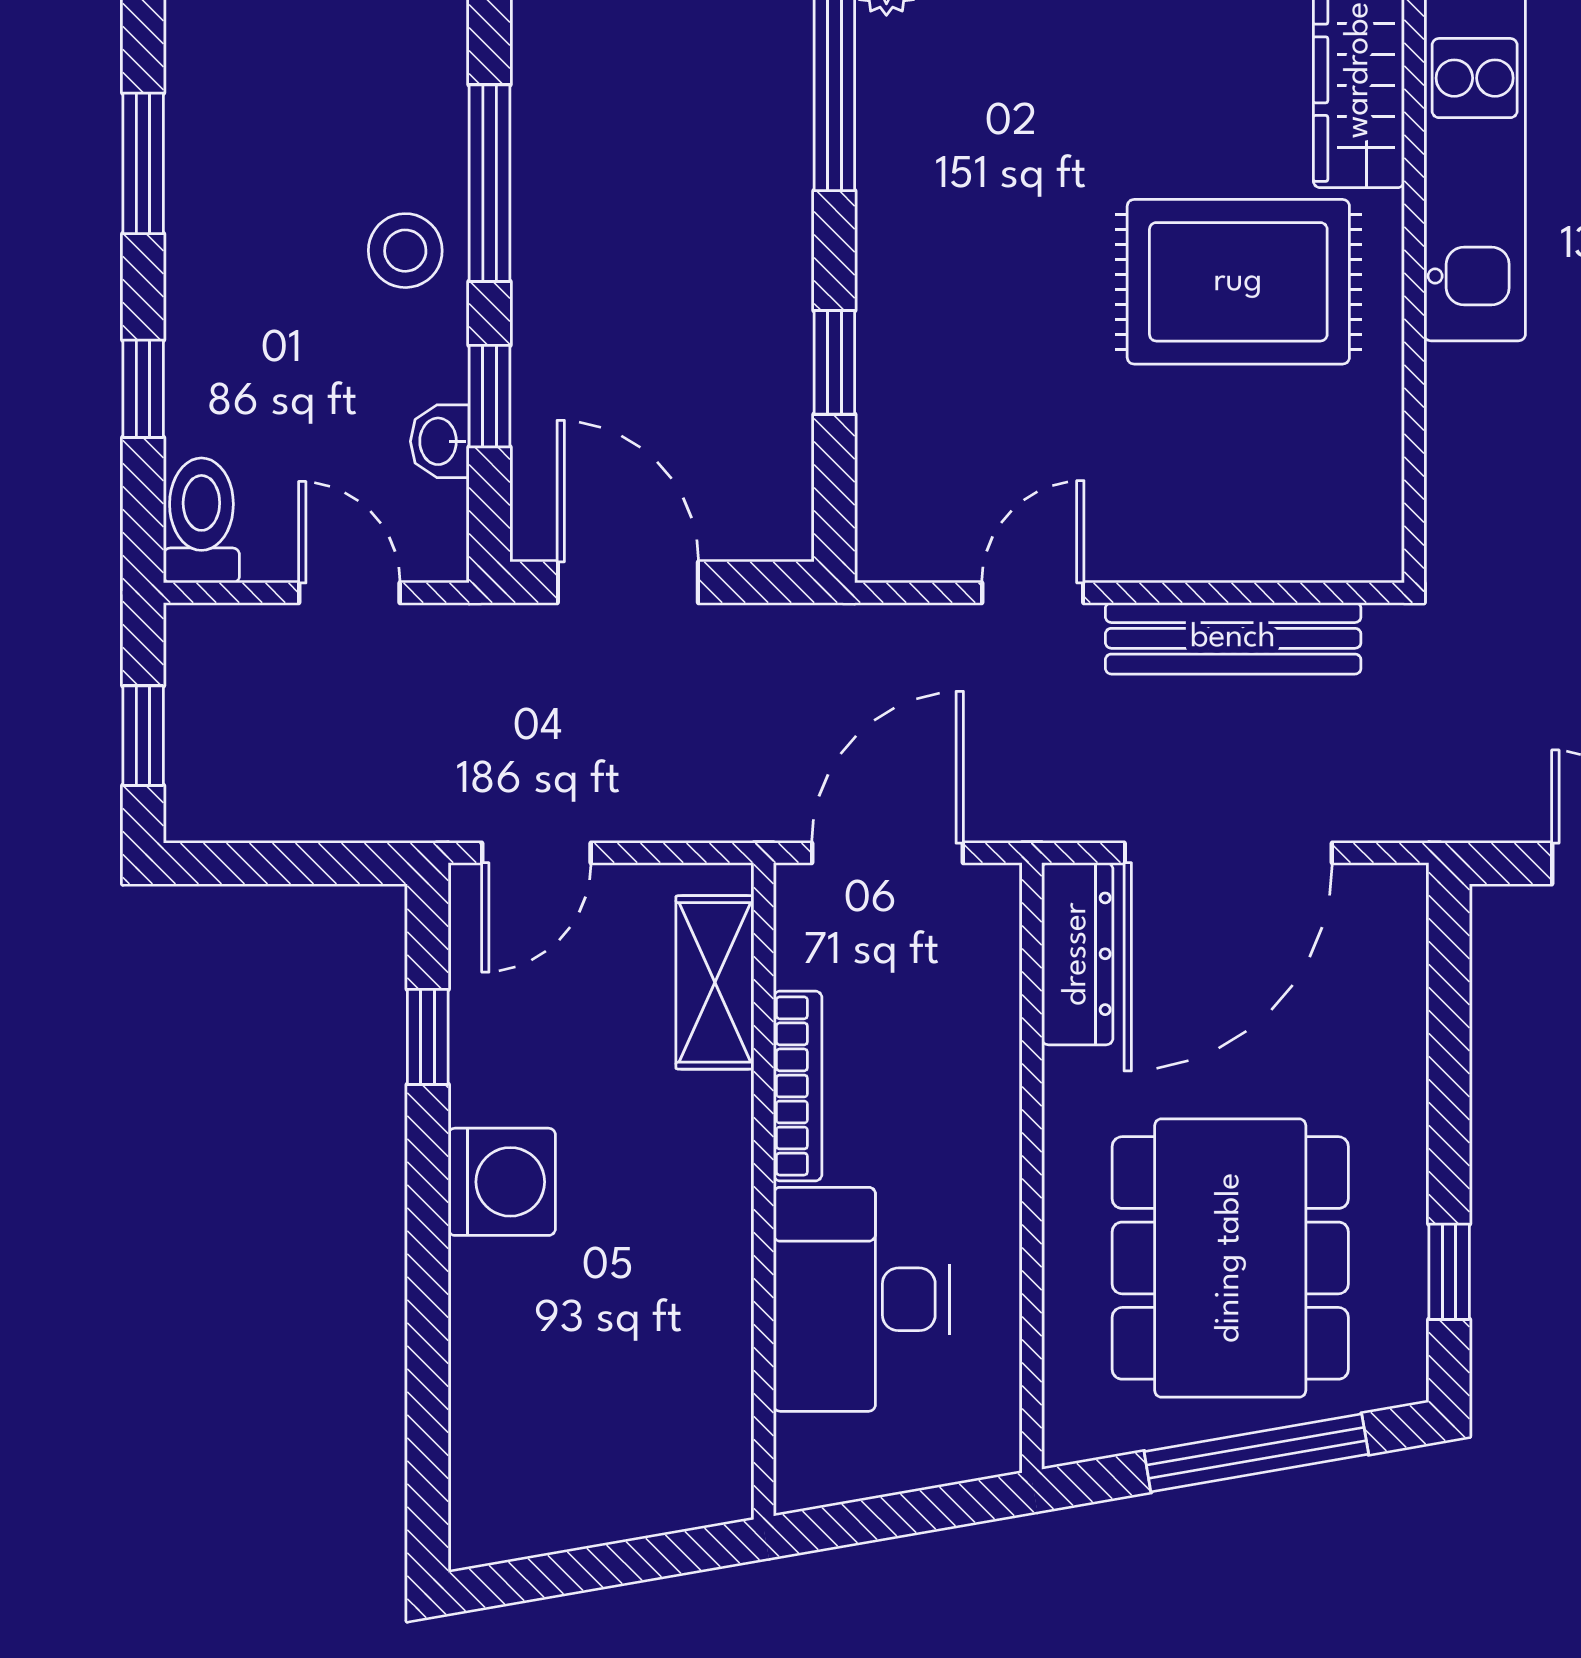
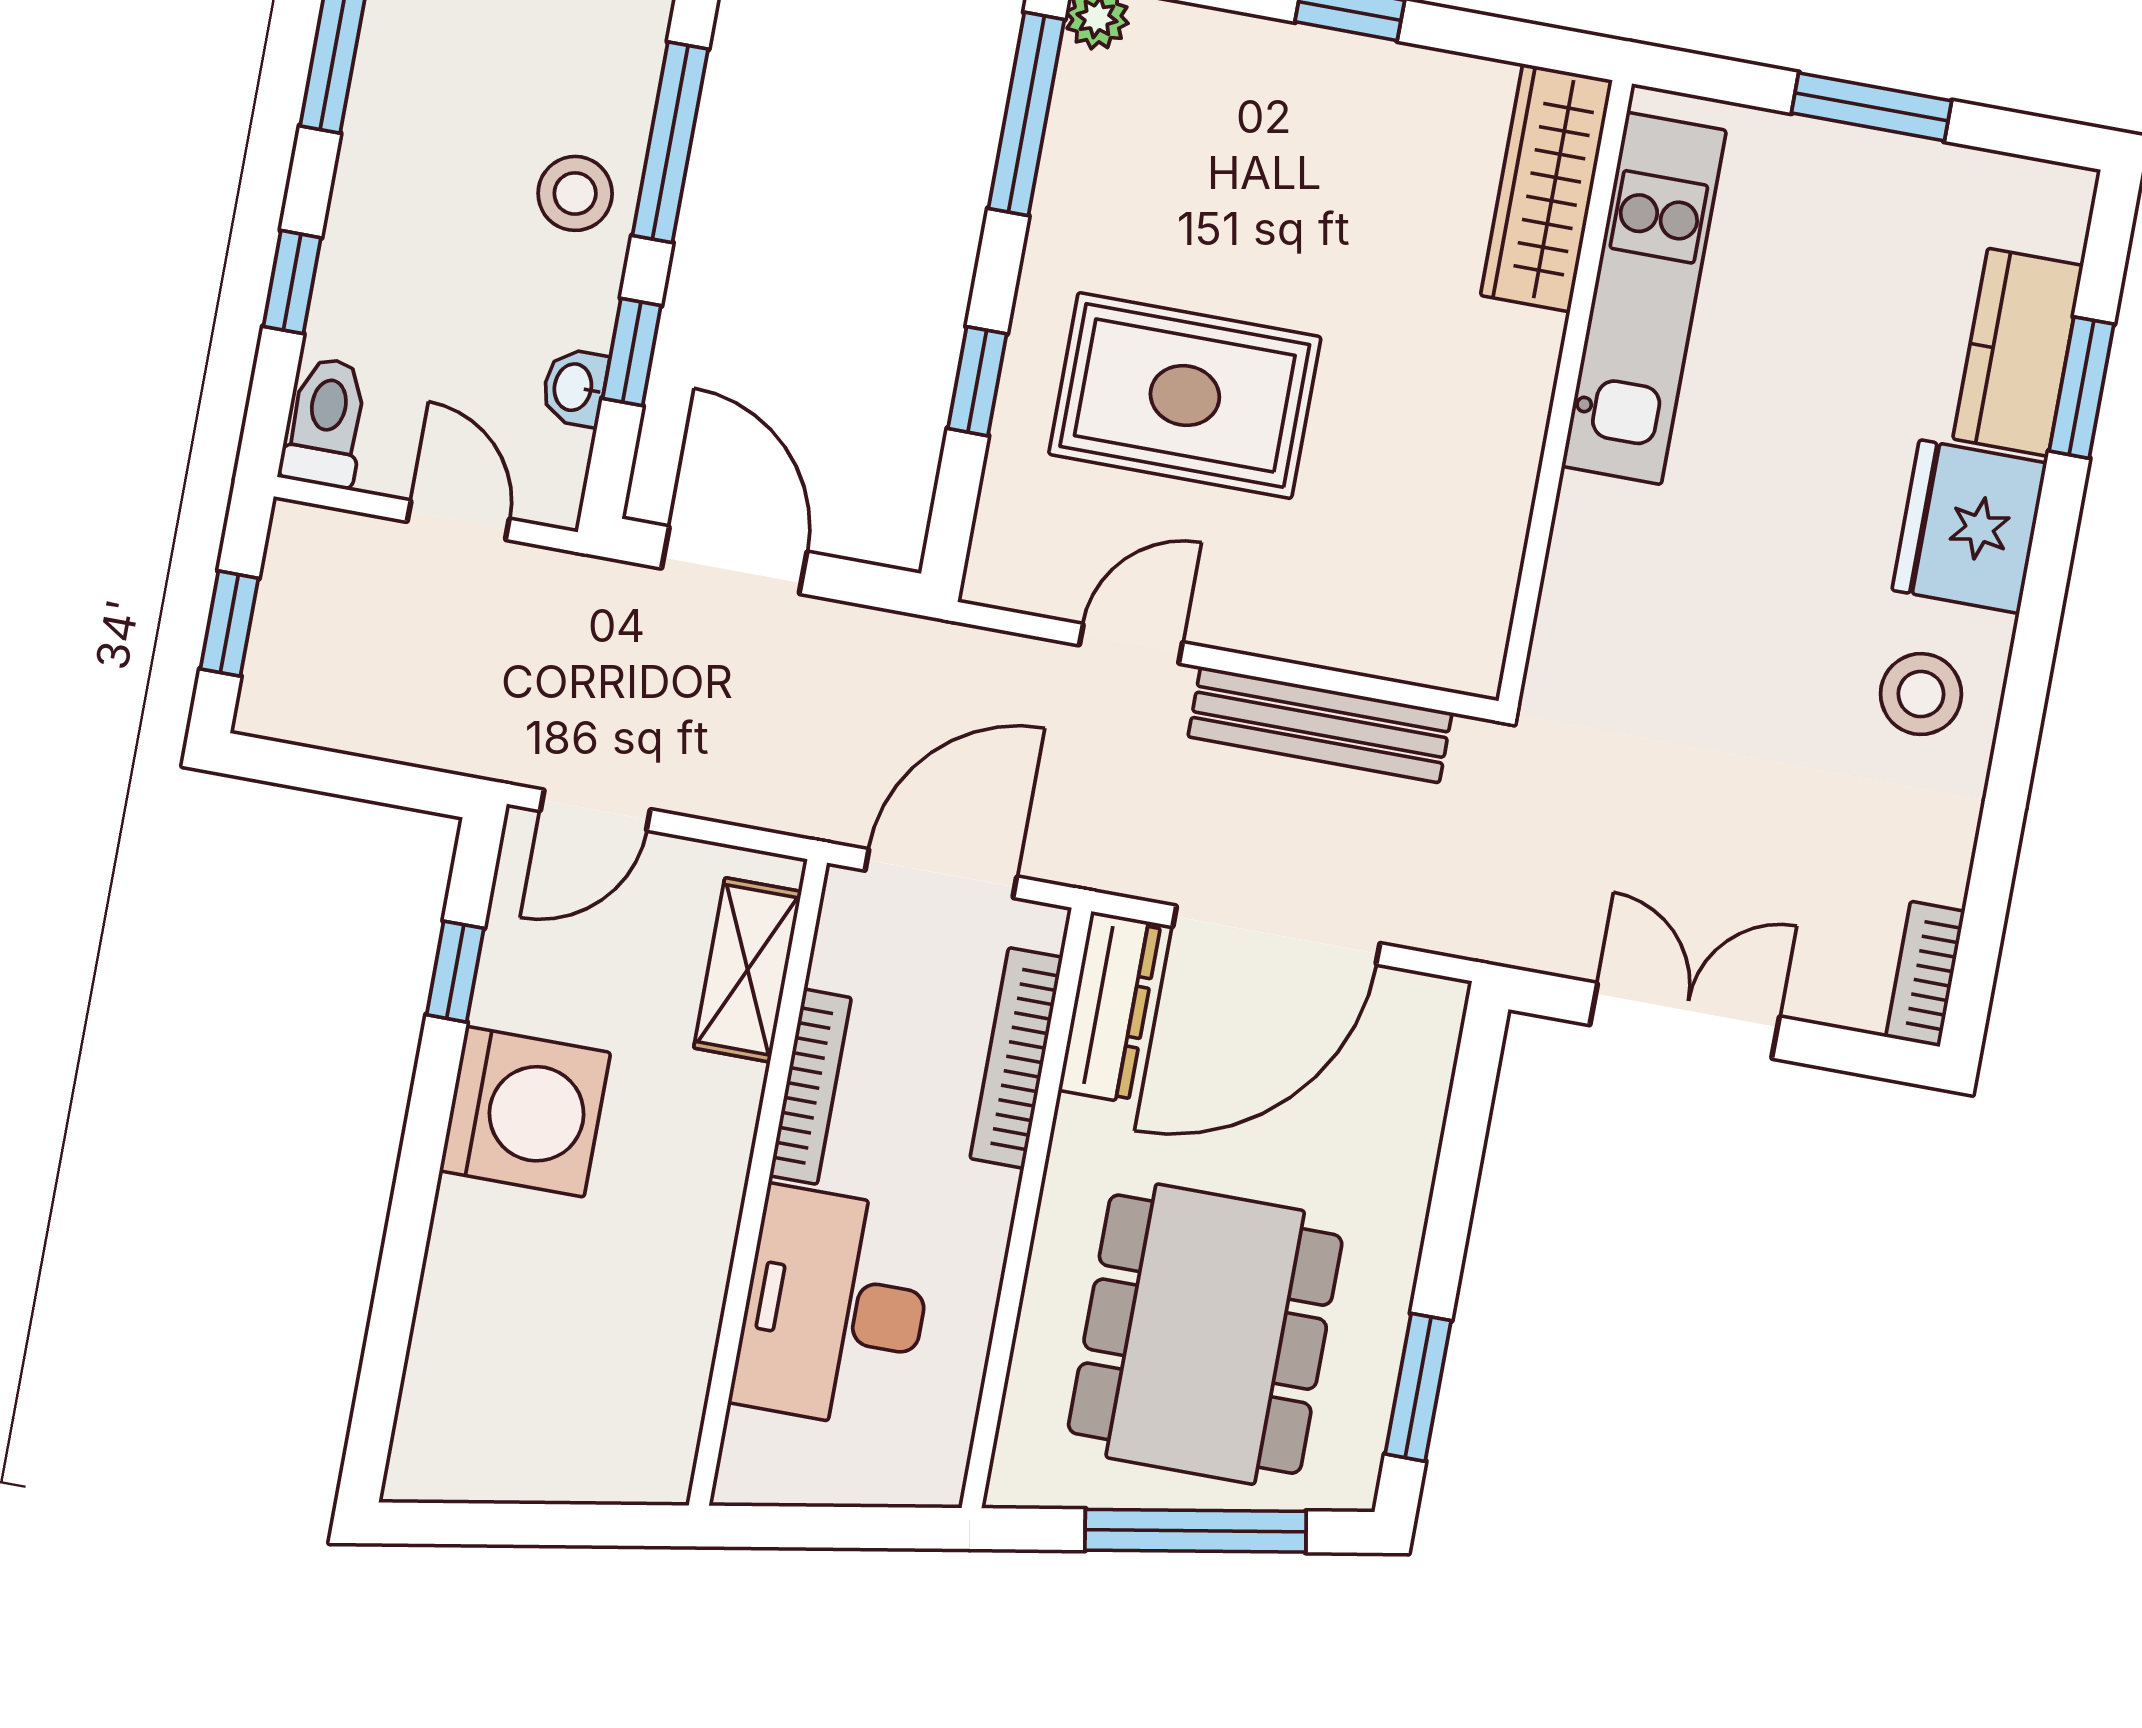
rug: (1238, 282) -> (1185, 396), moved
bookcase: (995, 1021) -> (1016, 1058), added
washing machine: (502, 1182) -> (525, 1112), width x1.37, depth x1.37
window: (1449, 1272) -> (1418, 1387), width x1.50

